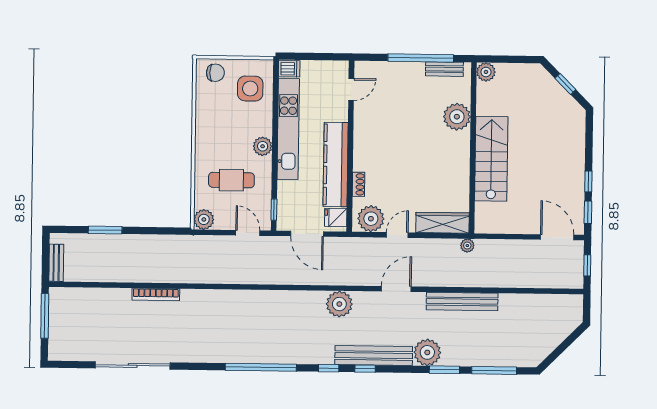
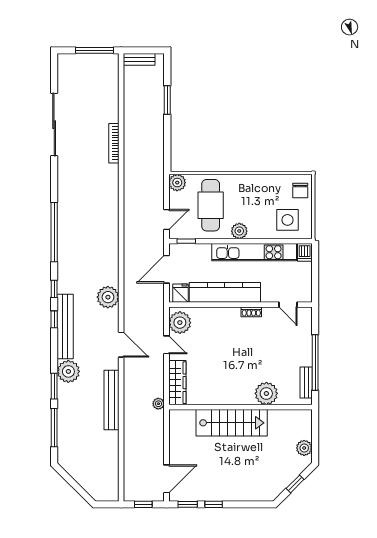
plant: (486, 72) -> (304, 448), moved
cafe table: (231, 180) -> (211, 205), width x1.37, depth x1.35
shoe rack: (359, 184) -> (251, 312), moved

